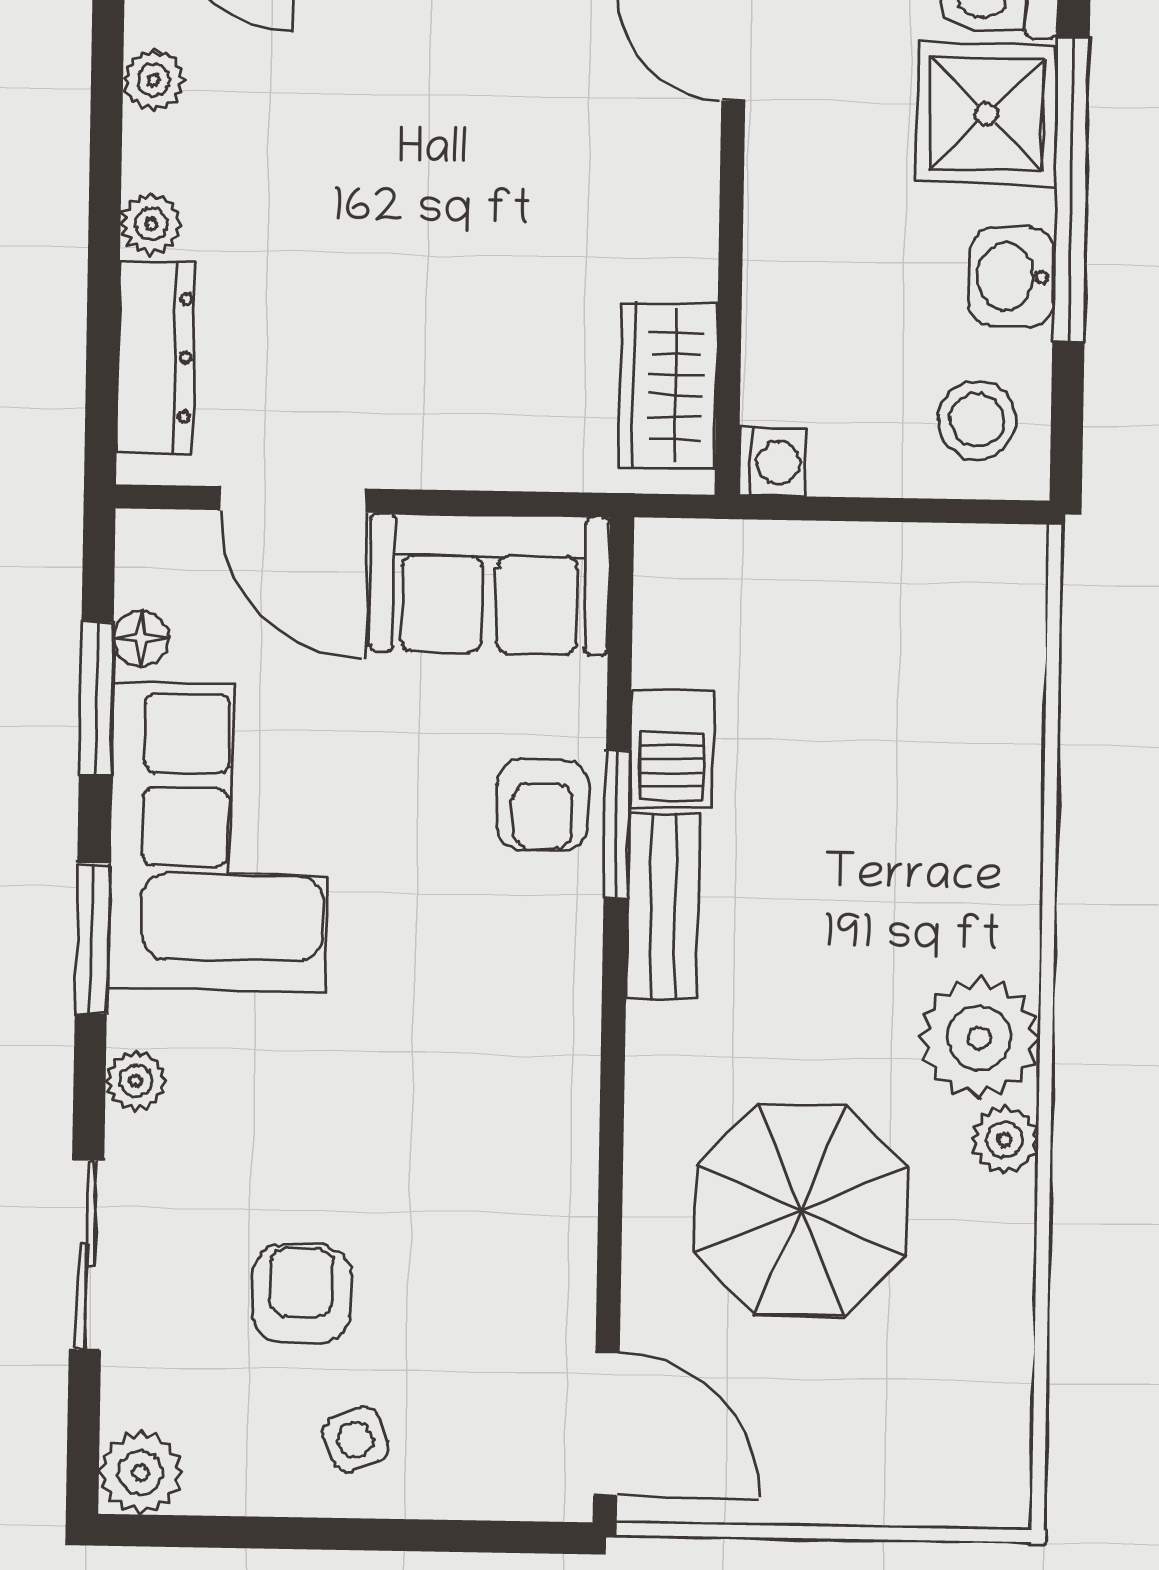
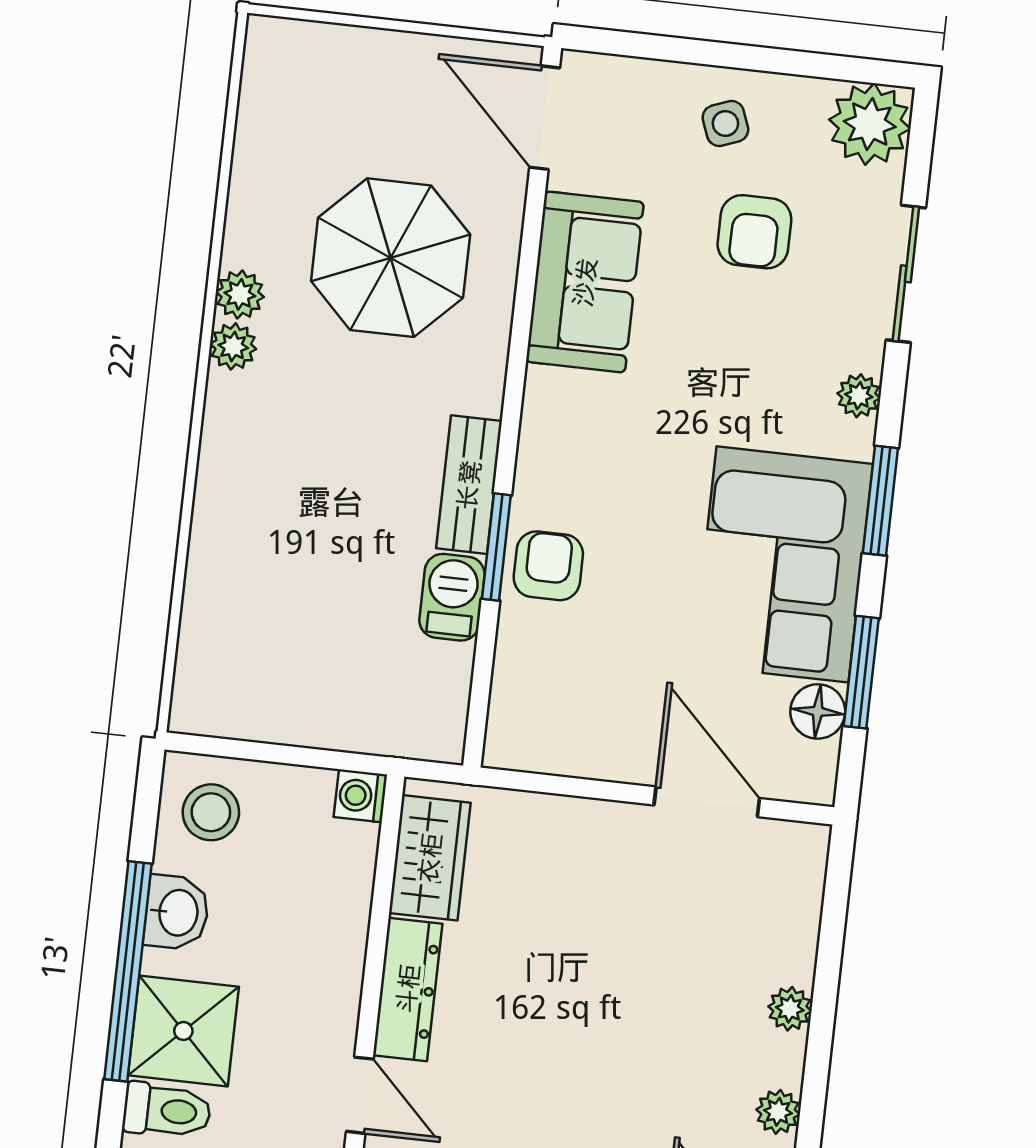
dresser: (156, 357) -> (408, 989), moved, turned 180
sofa: (490, 584) -> (585, 282), moved, turned 90
floor lamp: (141, 639) -> (818, 711), width x1.37, depth x1.37
plant: (979, 1038) -> (233, 346), width x0.53, depth x0.53
plant: (141, 1473) -> (870, 124), width x1.36, depth x1.36

